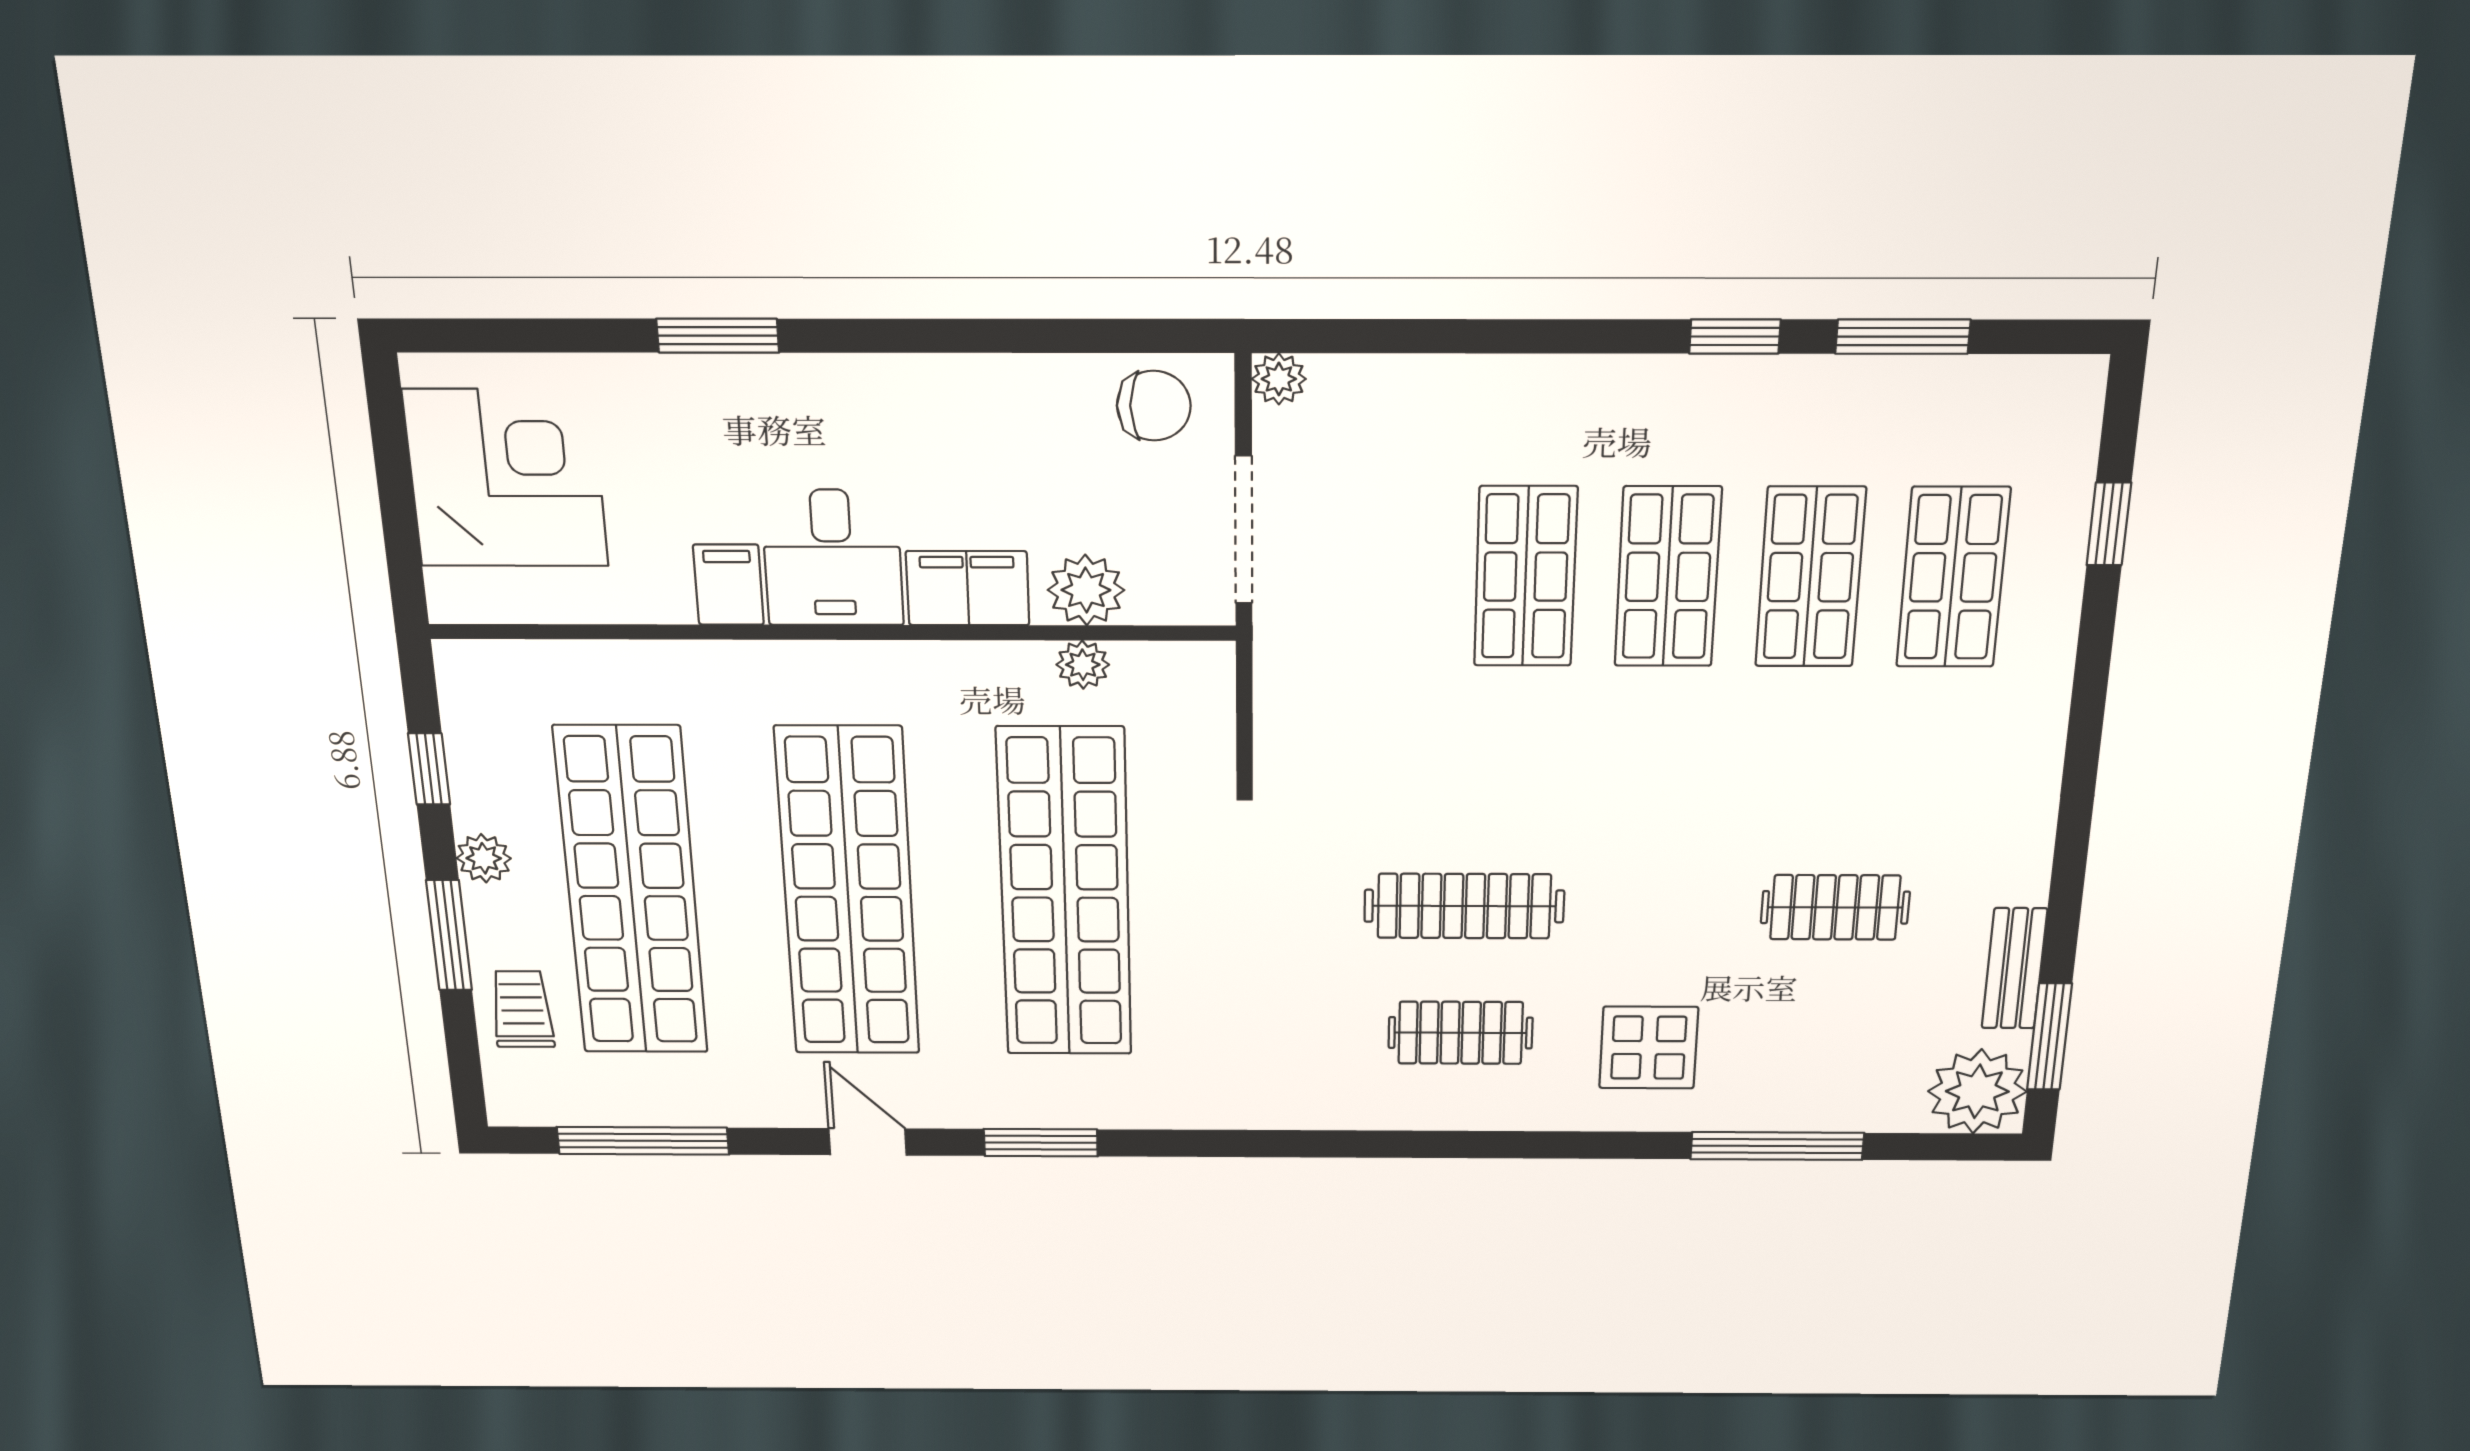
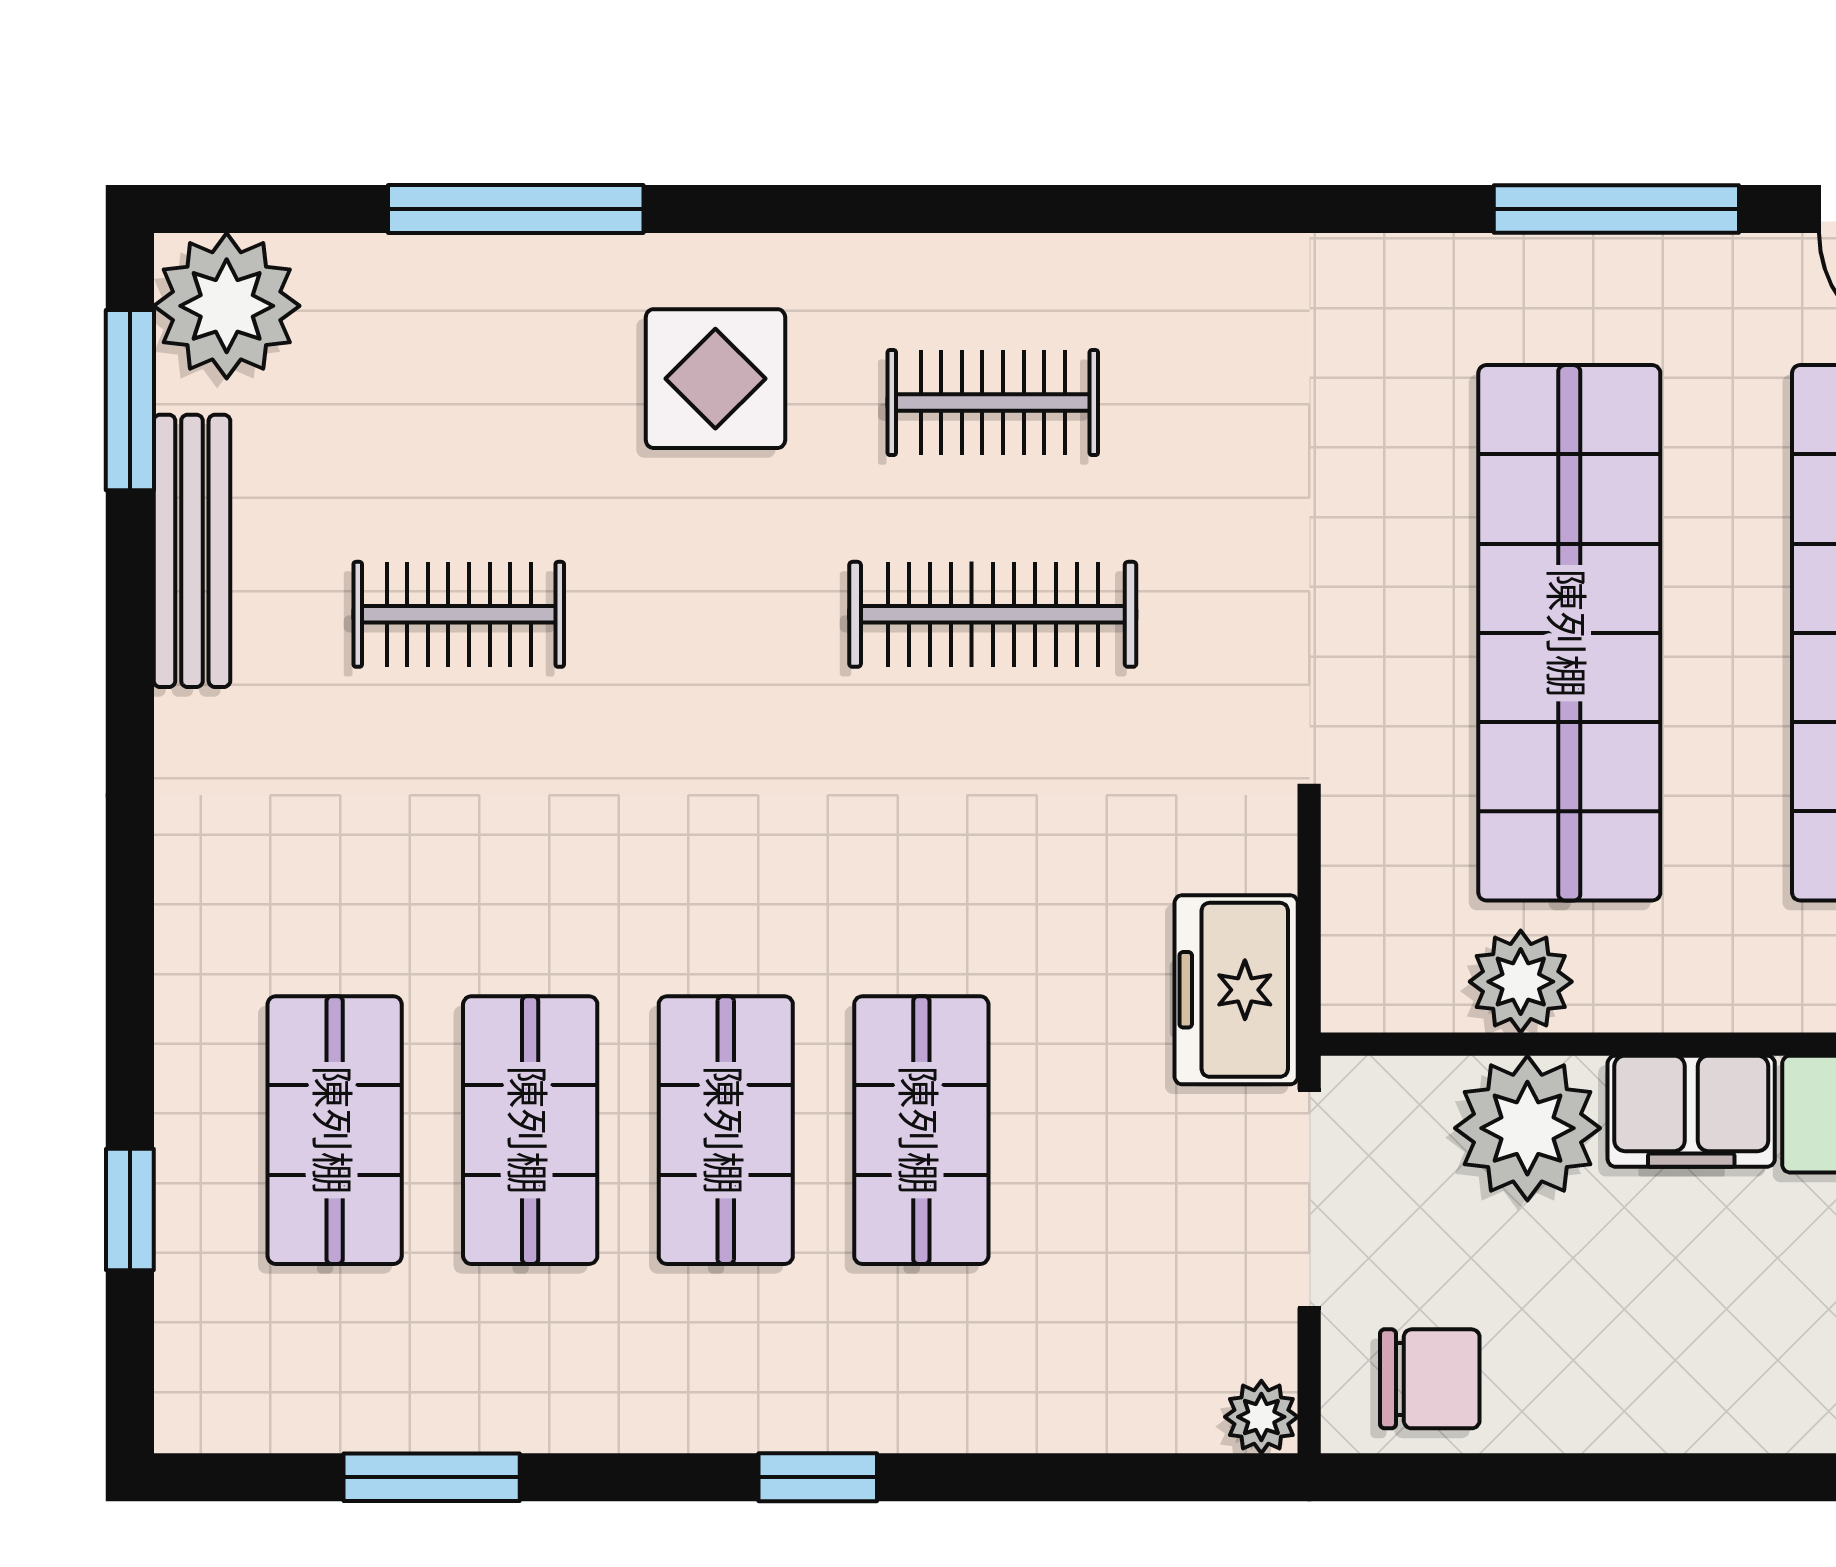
window: (1735, 336) -> (818, 1477), moved
chair: (1154, 406) -> (1430, 1379), turned 180
plant: (1086, 590) -> (1527, 1128), width x1.36, depth x1.36
plant: (1083, 665) -> (1521, 982), width x1.38, depth x1.38
freezer: (1296, 669) -> (1236, 990), added
bench: (2014, 968) -> (192, 551), width x1.36
window: (1041, 1143) -> (1616, 209), width x1.44

